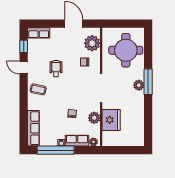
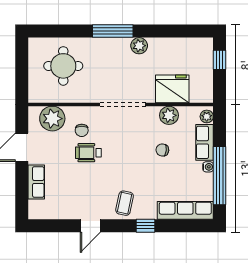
row of seats: (39, 33) -> (36, 182), moved
window: (24, 46) -> (146, 226), moved
round table: (126, 50) -> (63, 66), width x0.73, depth x0.73
wheelchair: (56, 69) -> (88, 153), moved
plant: (139, 85) -> (139, 46), moved
window: (130, 150) -> (220, 60), added

